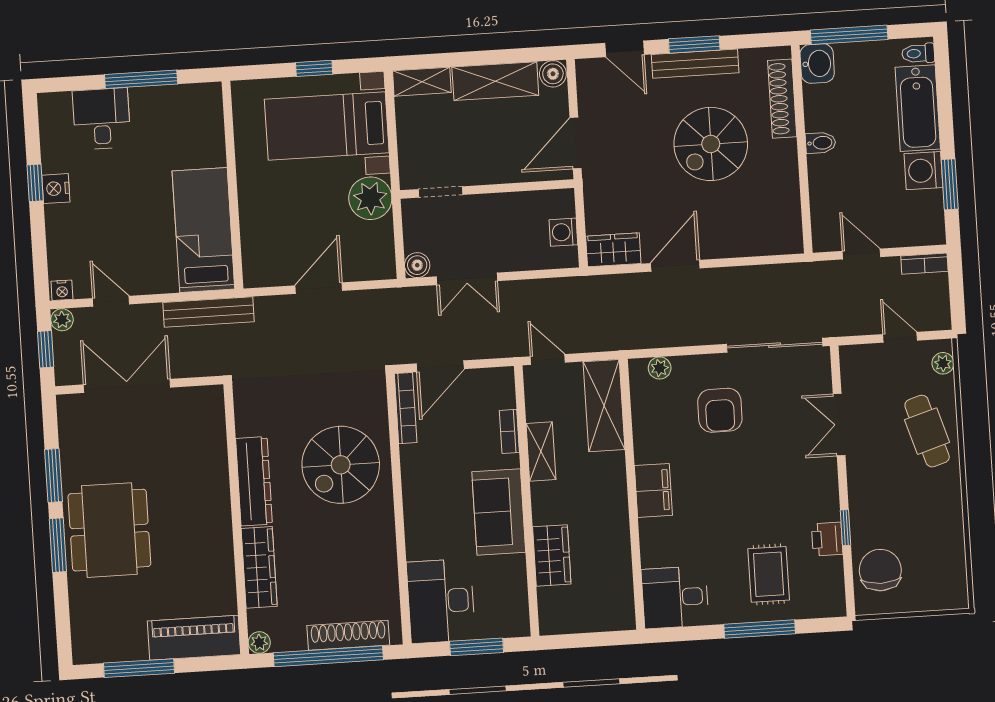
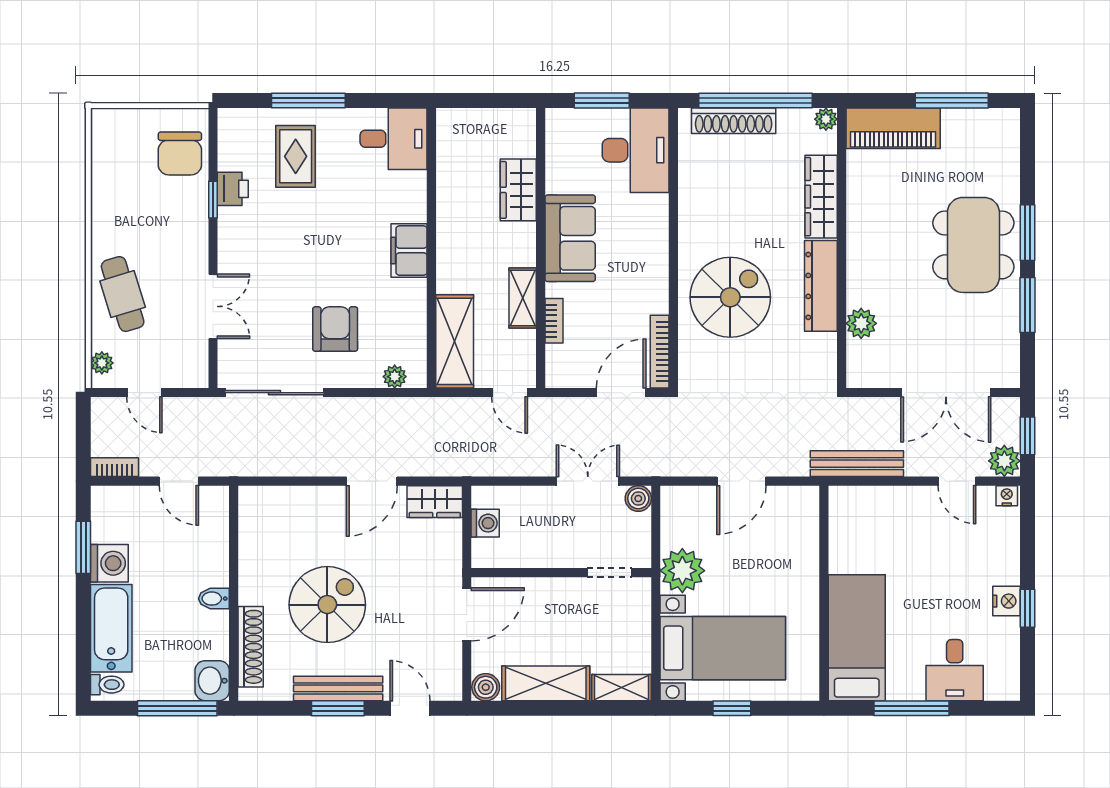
bed: (203, 230) -> (857, 638), moved, turned 180
plant: (62, 320) -> (1004, 461), width x1.38, depth x1.38
plant: (213, 448) -> (861, 323), added

